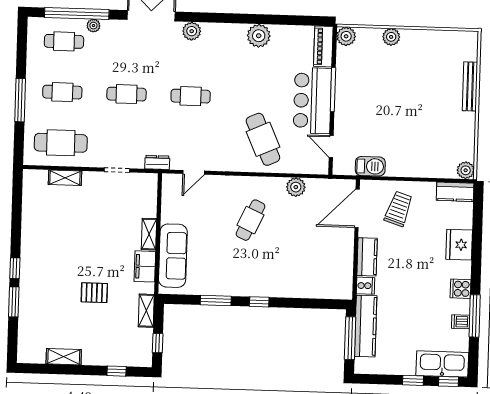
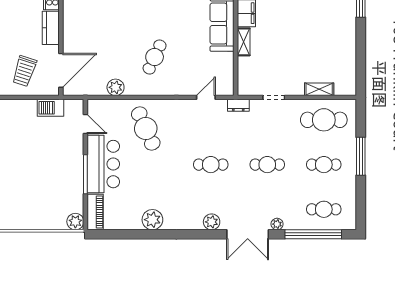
plant: (93, 26) -> (277, 224), moved
plant: (391, 37) -> (36, 222), removed

